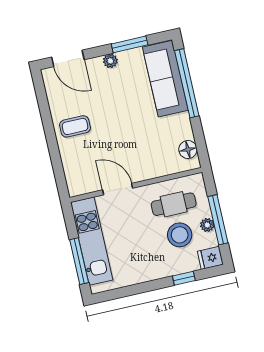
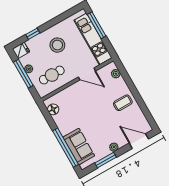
sofa: (165, 79) -> (79, 147), width x0.73
plant: (72, 176) -> (116, 74), added
stool: (180, 235) -> (57, 45), moved

